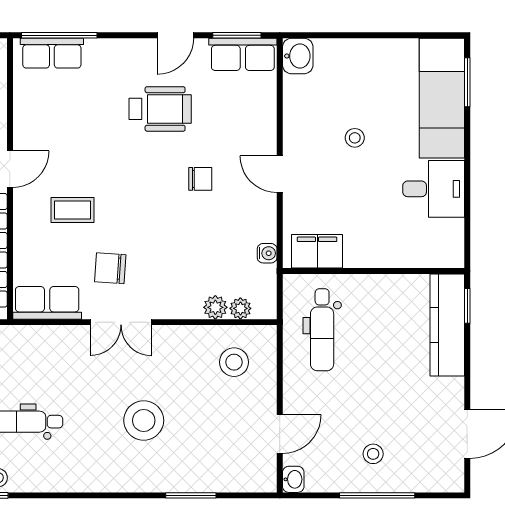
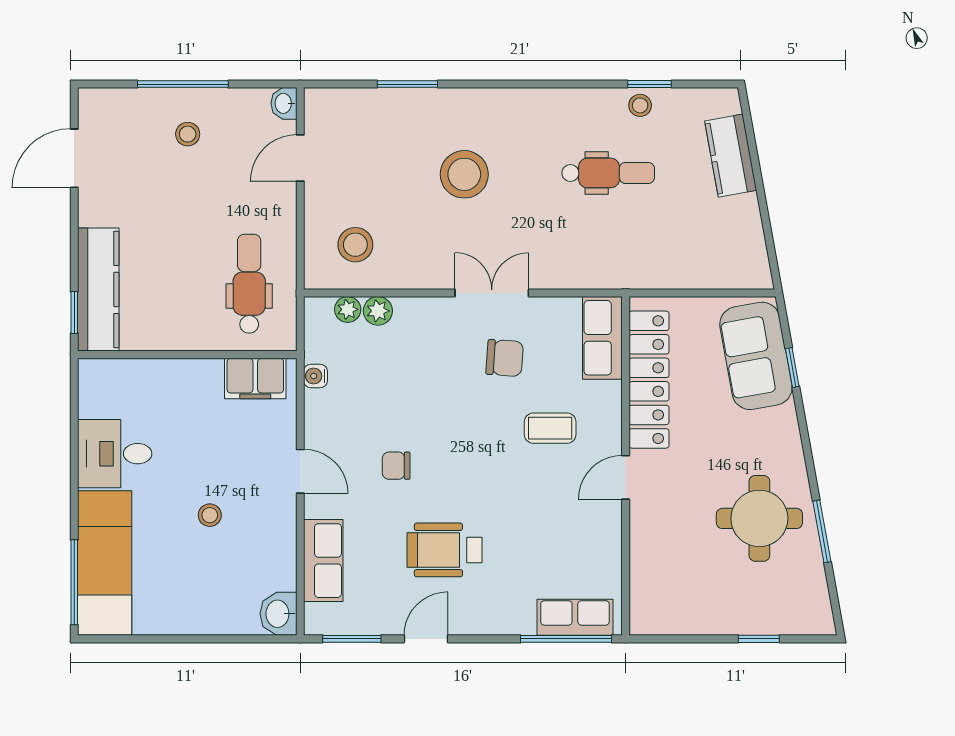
row of seats: (243, 54) -> (323, 561), moved, turned 90
window: (467, 82) -> (74, 582), width x1.44
row of seats: (47, 303) -> (602, 338), moved, turned 90

